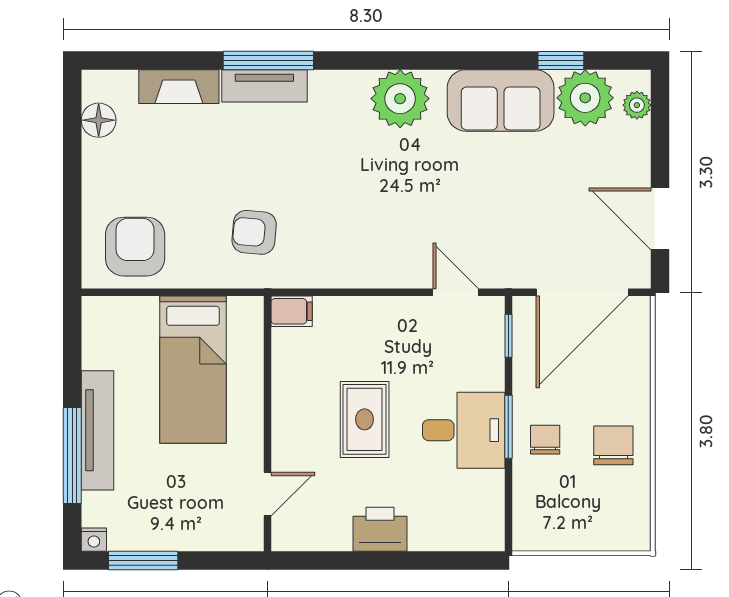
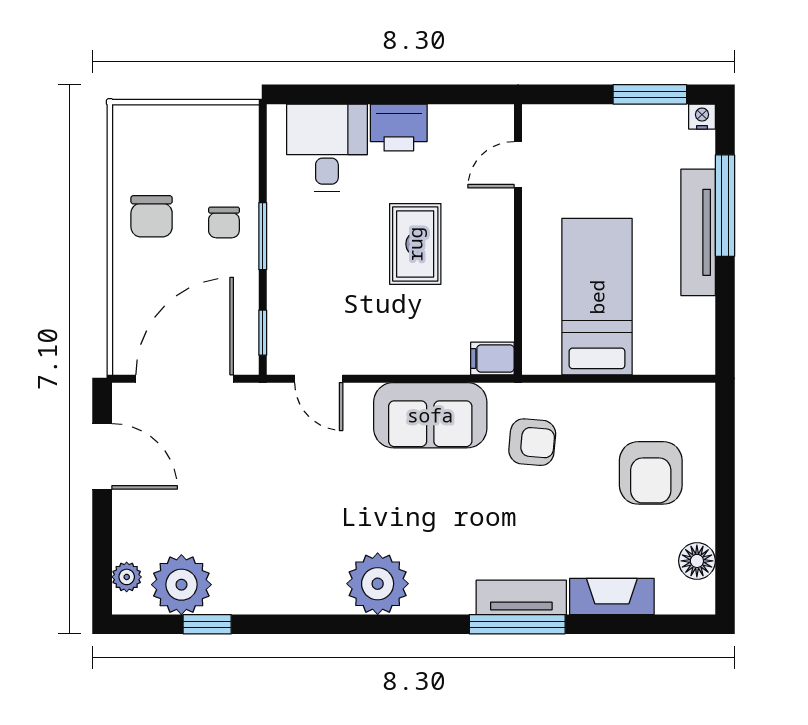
sofa: (501, 100) -> (430, 415), moved, turned 180
armchair: (135, 247) -> (651, 473), moved
desk: (464, 430) -> (327, 148), moved, turned 90

